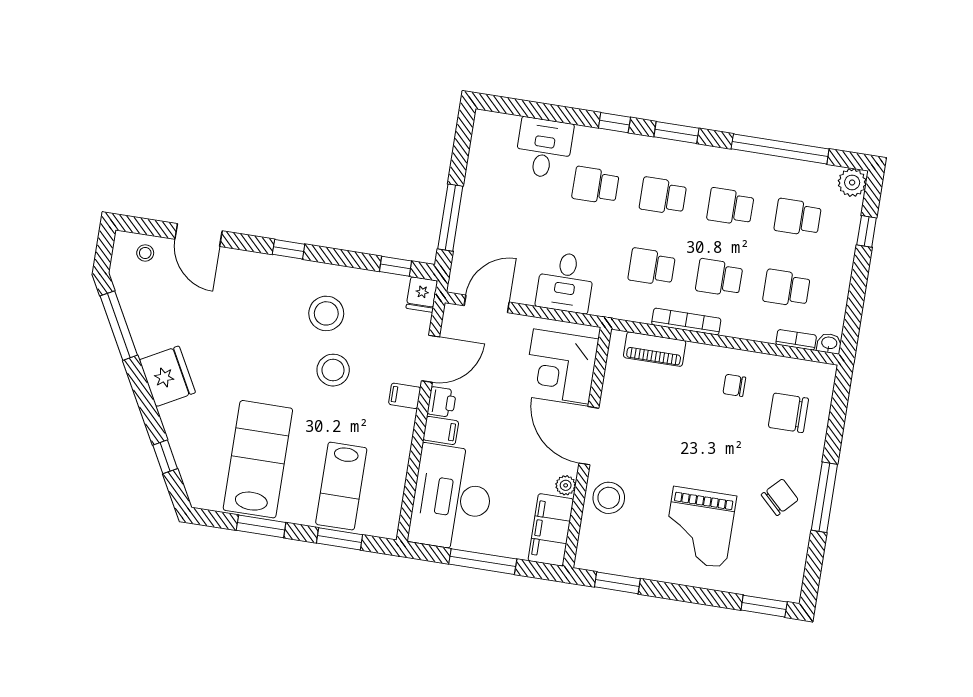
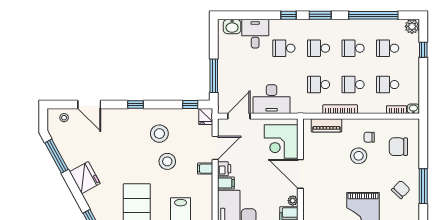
washbasin: (501, 127) -> (232, 27), added
desk: (565, 282) -> (272, 99), width x1.37
stool: (609, 498) -> (359, 156), moved

